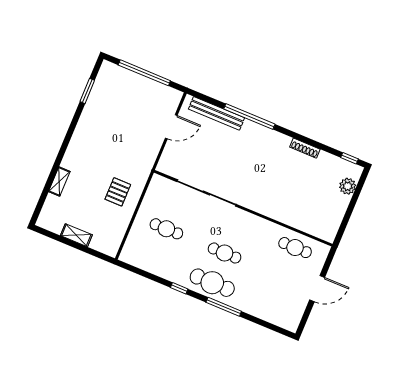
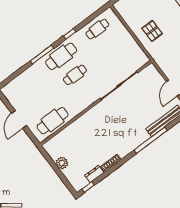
dresser: (329, 160) -> (94, 174), added
plant: (348, 186) -> (62, 163), moved
cafe table: (166, 229) -> (97, 29), moved
cafe table: (295, 248) -> (53, 121), width x1.37, depth x1.35

